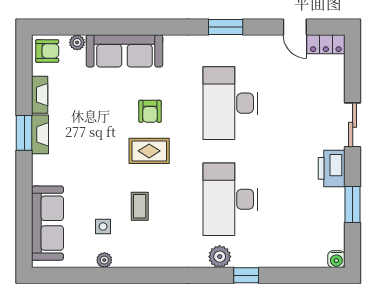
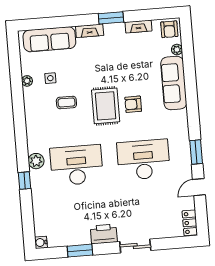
door: (295, 27) -> (199, 187), moved
fireplace: (40, 134) -> (90, 31), moved
rug: (149, 151) -> (106, 106), width x1.36, depth x1.43

